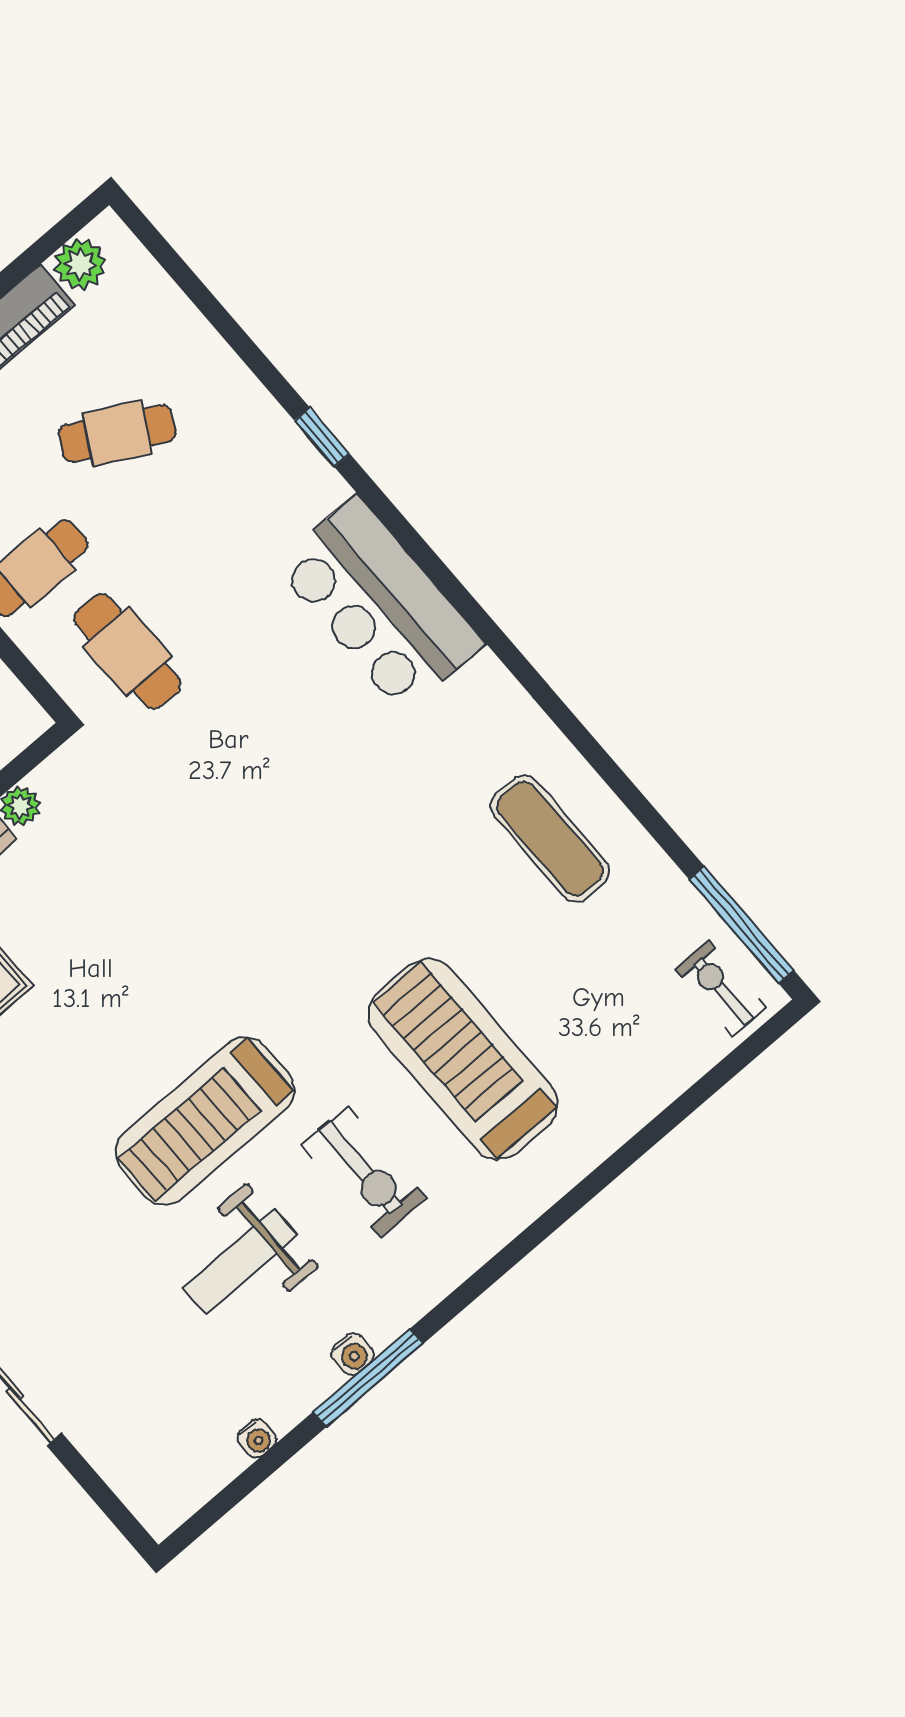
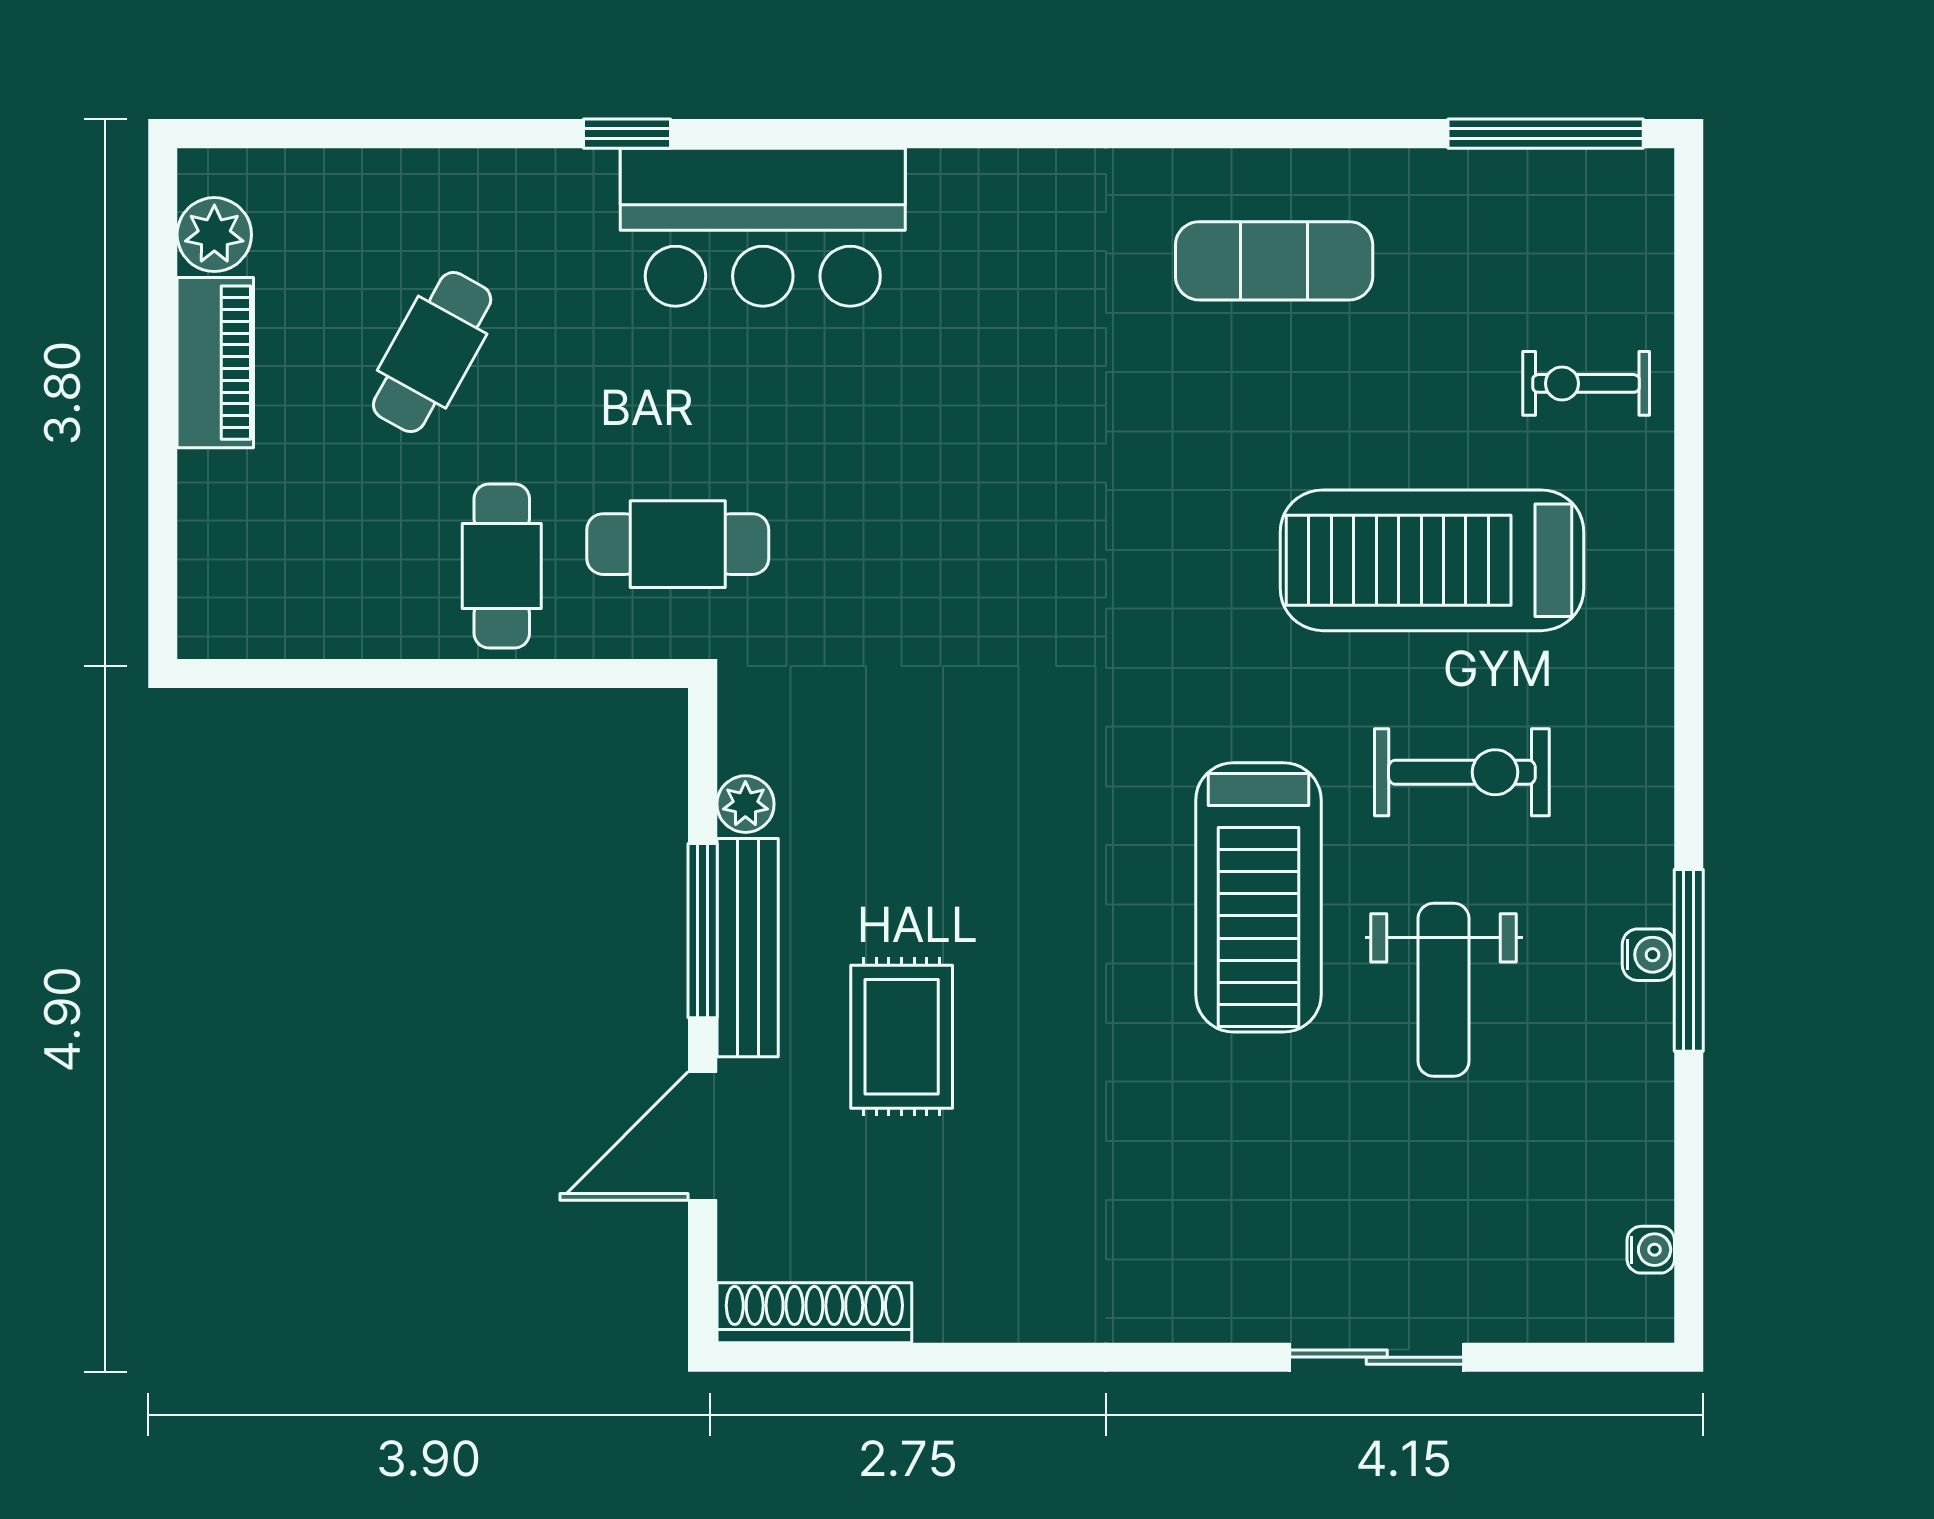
bar counter: (379, 604) -> (763, 227), moved
exercise bike: (721, 989) -> (1586, 383), moved
water cooler: (257, 1438) -> (1651, 1250), moved

